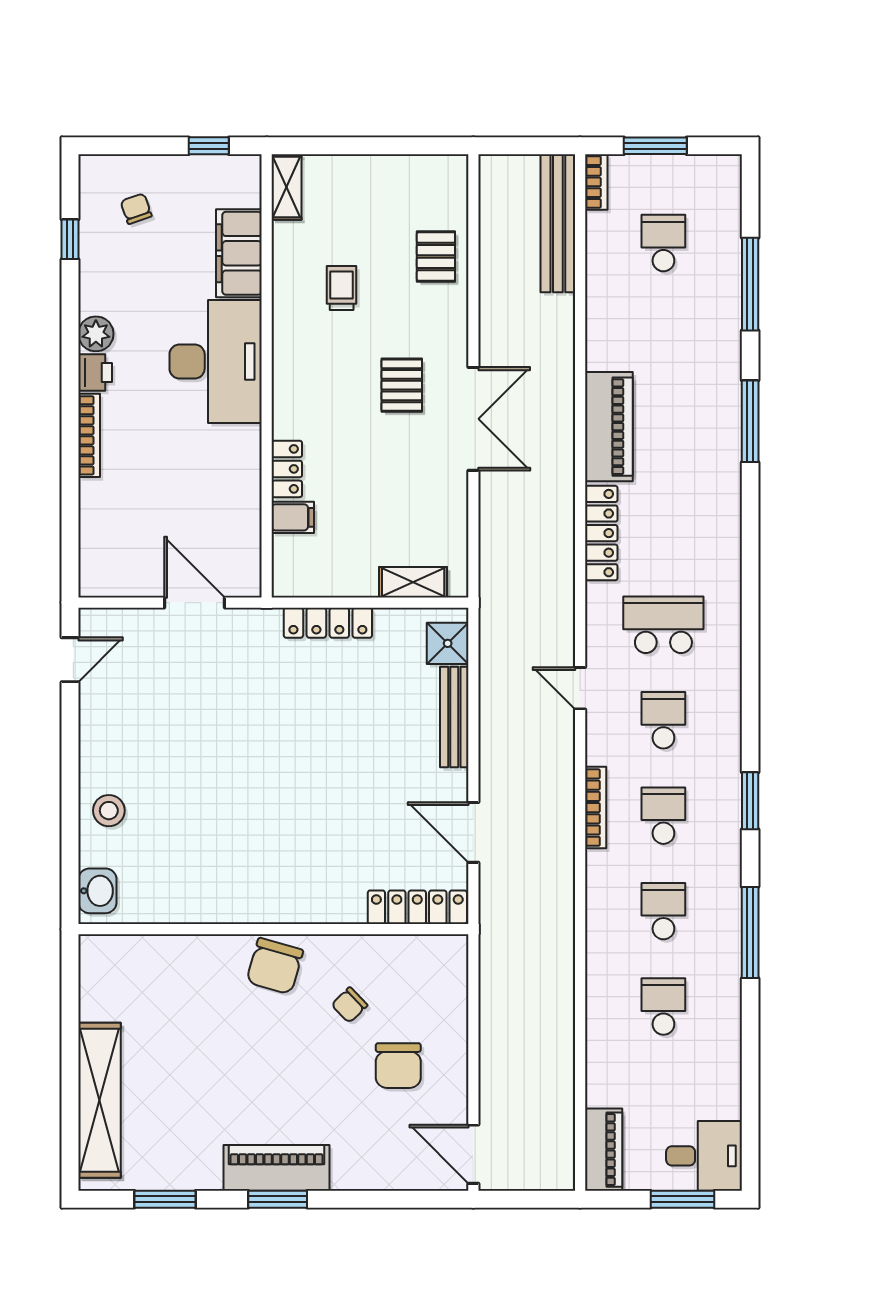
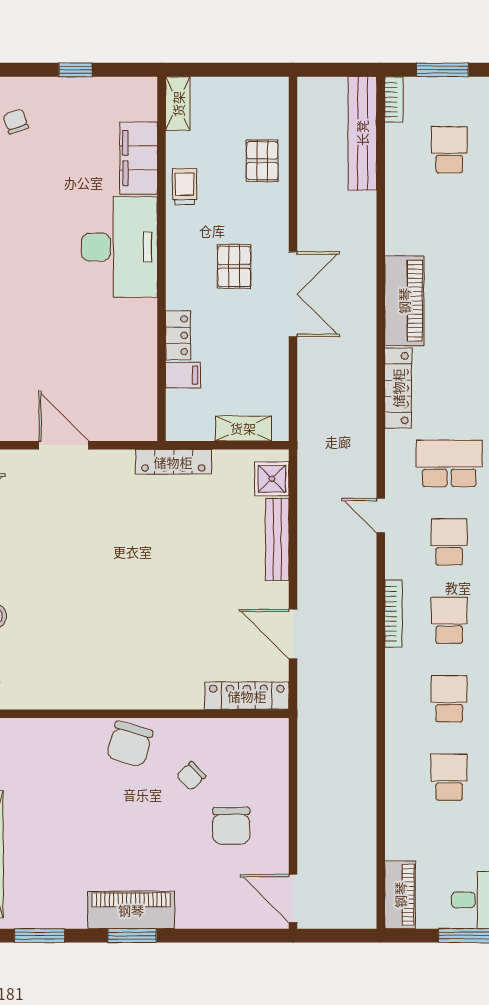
shelving: (286, 187) -> (178, 104), moved
filing cabinet: (239, 253) -> (139, 158), moved
desk: (216, 362) -> (119, 247), moved
wall: (267, 376) -> (161, 259), moved
locker: (287, 469) -> (178, 335), moved
filing cabinet: (293, 517) -> (183, 375), moved

